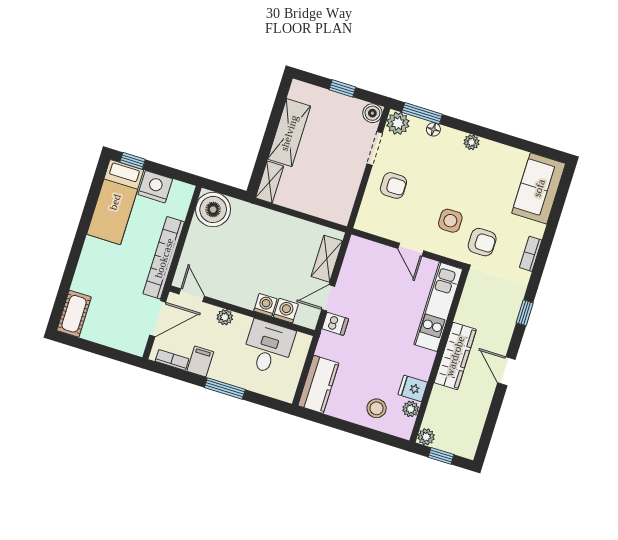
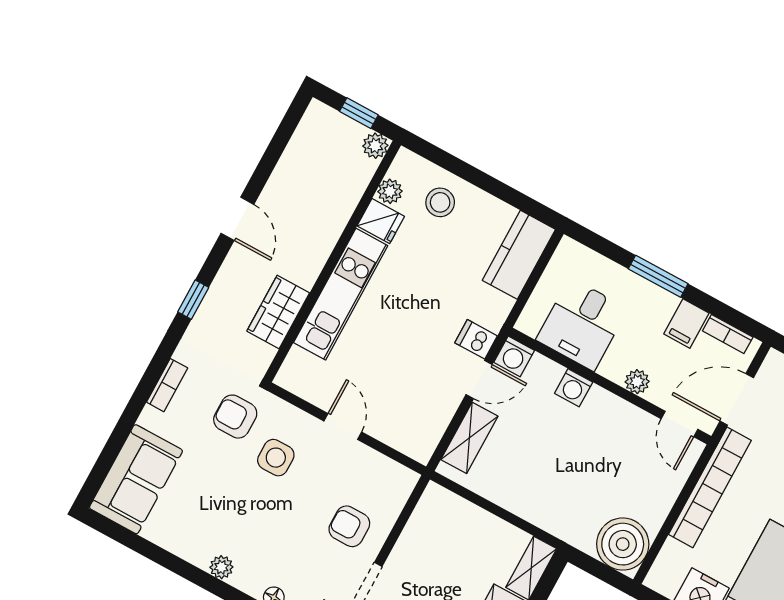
kitchen unit: (438, 307) -> (341, 294), moved
washing machine: (286, 311) -> (514, 356), moved
wardrobe: (455, 356) -> (278, 312), moved, width x0.67

